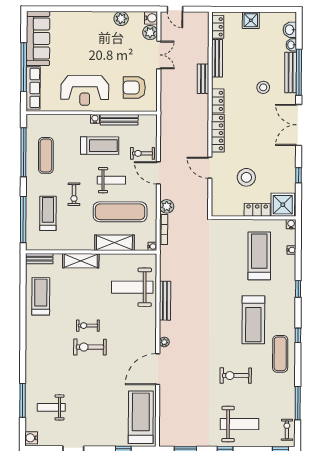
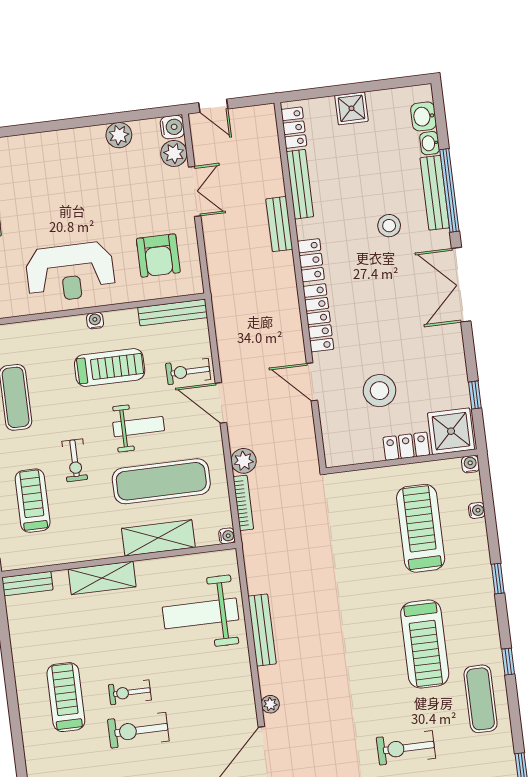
armchair: (134, 88) -> (158, 256), turned -90
bench: (119, 120) -> (173, 313), moved
window: (298, 175) -> (475, 395), moved
treadmill: (41, 296) -> (66, 697), moved

